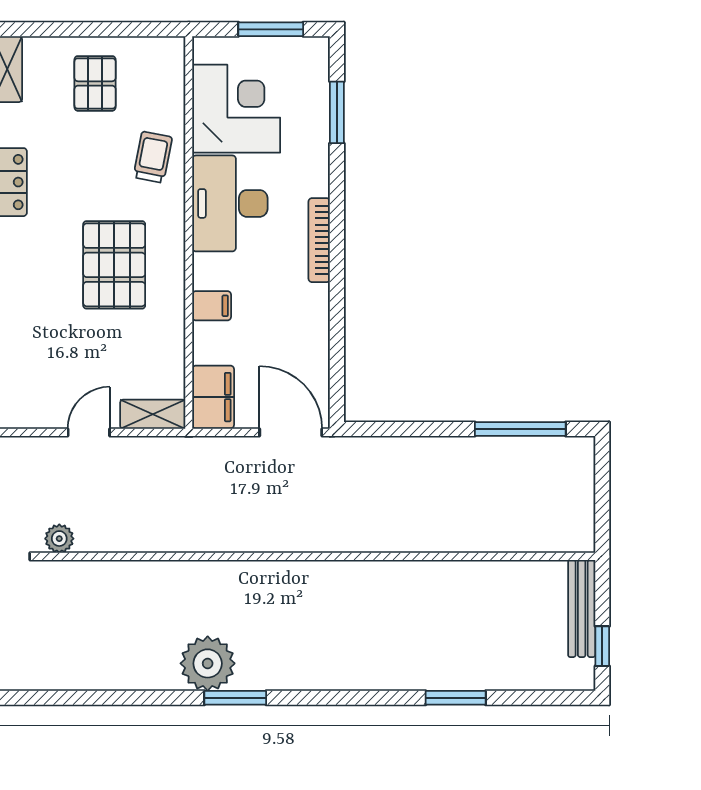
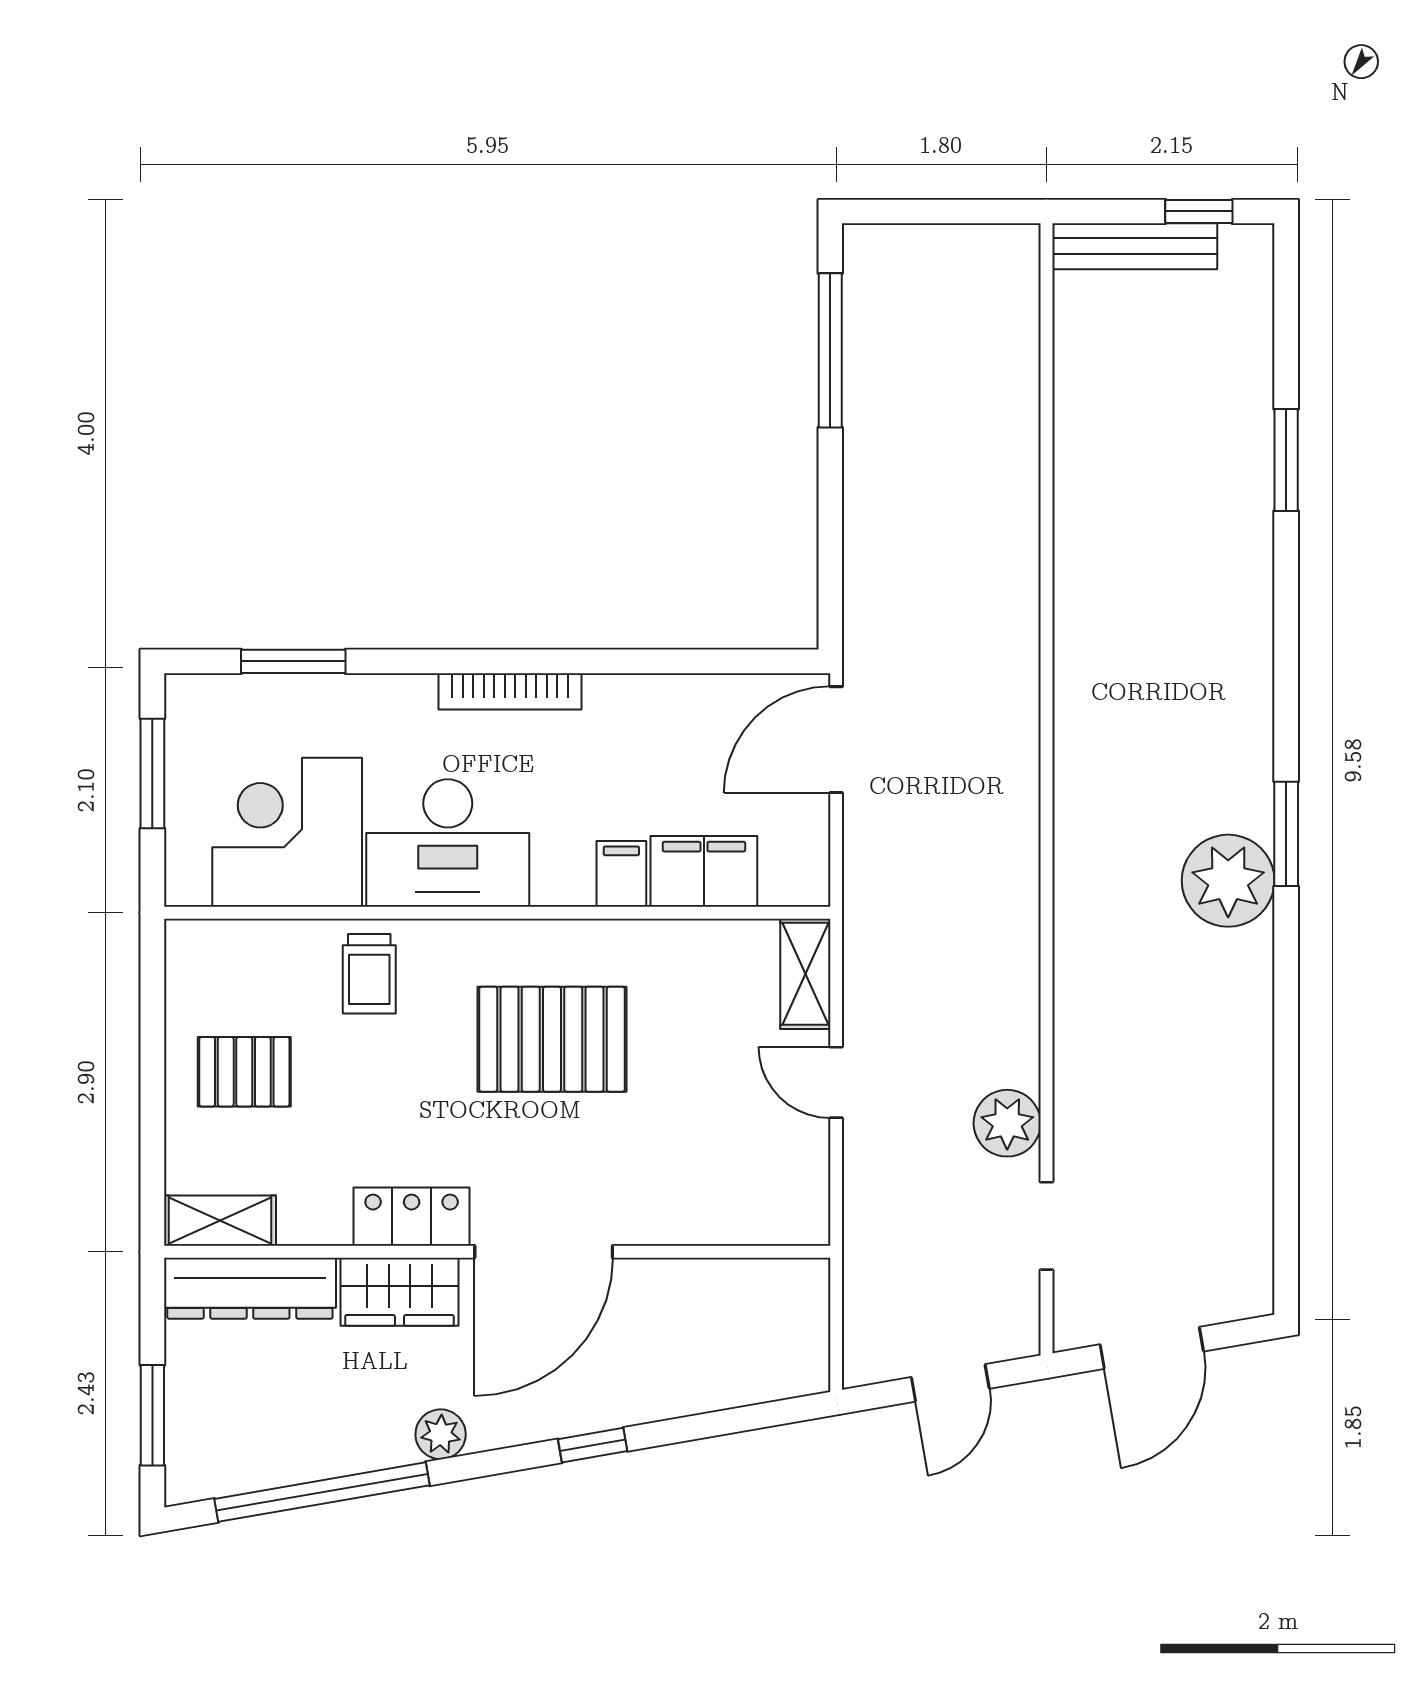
trolley: (153, 157) -> (369, 974), turned -101
filing cabinet: (213, 397) -> (704, 871), moved
plant: (59, 539) -> (1007, 1123), width x1.38, depth x1.38

